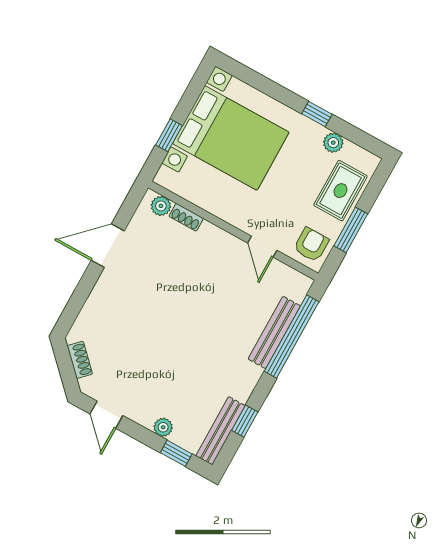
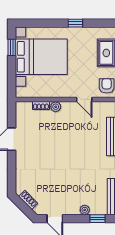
window: (169, 135) -> (12, 47), moved
plant: (333, 143) -> (90, 32), removed
plant: (161, 206) -> (56, 107), moved

